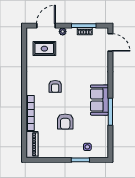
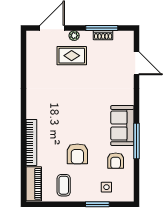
door: (110, 42) -> (137, 63), moved
rug: (44, 49) -> (72, 56), moved
armchair: (55, 86) -> (116, 161), moved
coffee table: (55, 146) -> (64, 185), added

